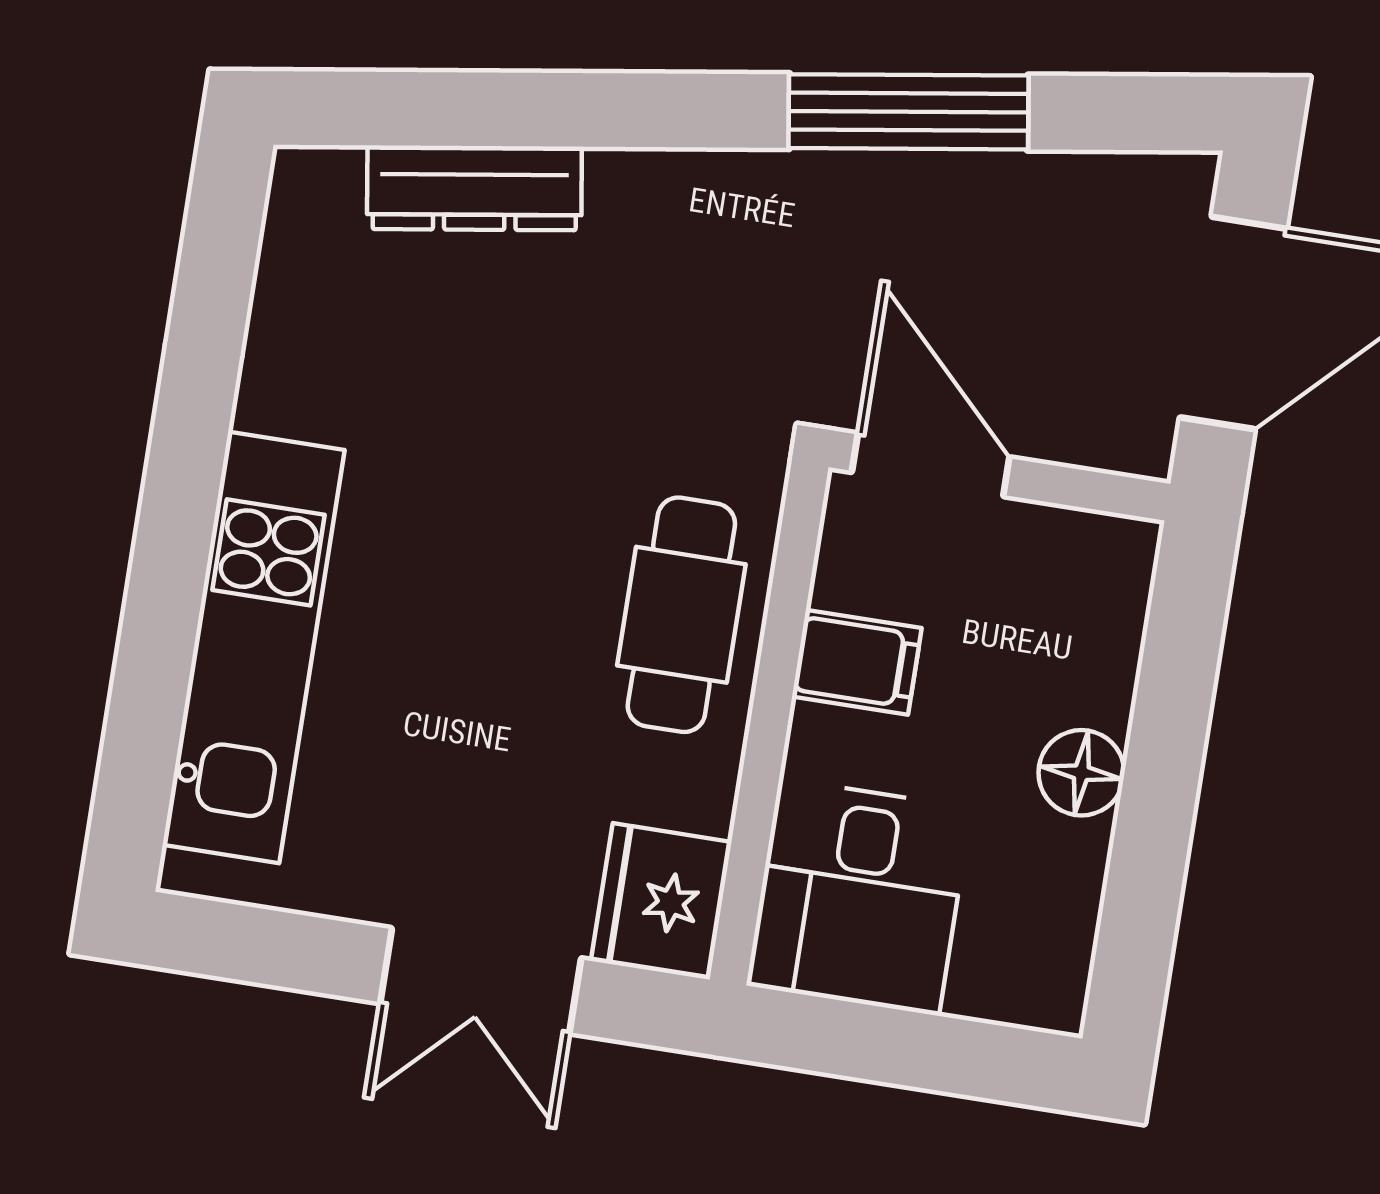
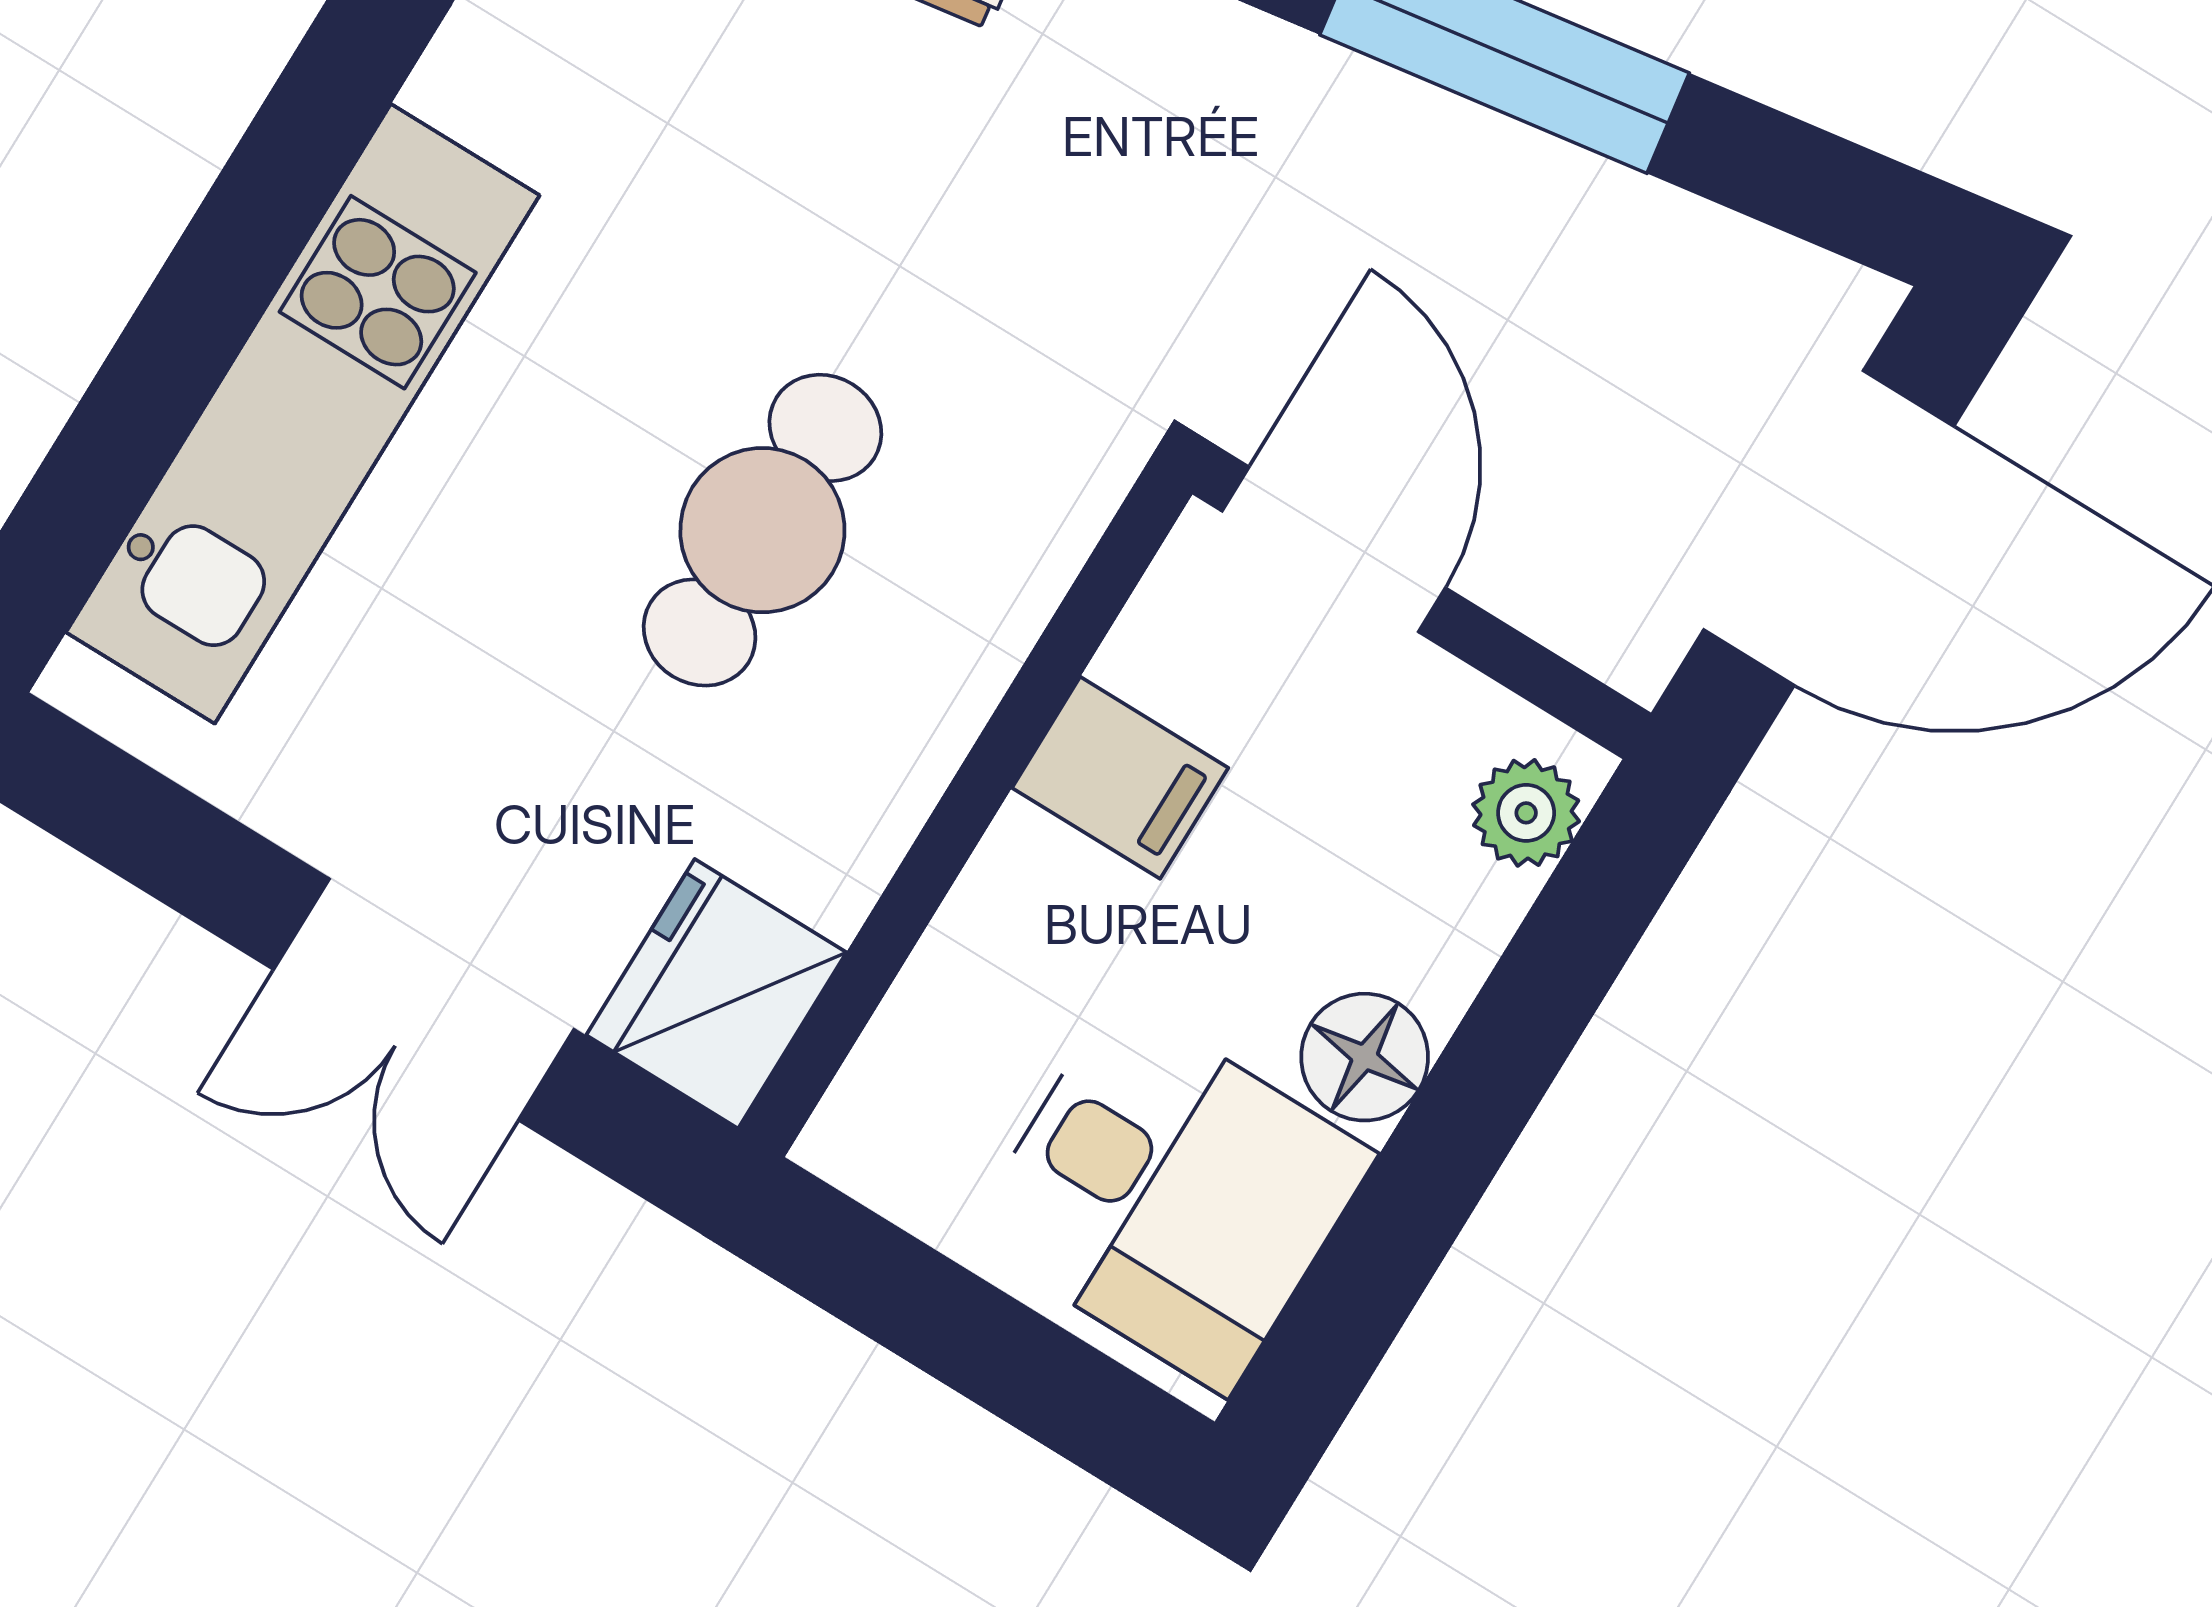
plant: (1119, 579) -> (1526, 813), added
cafe table: (681, 615) -> (762, 530), moved
desk: (859, 897) -> (1171, 1195), moved, turned -90

